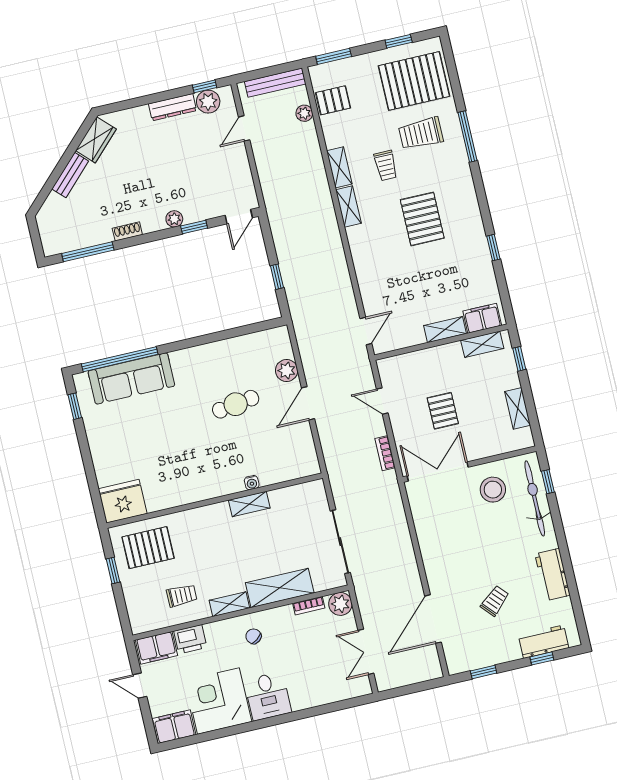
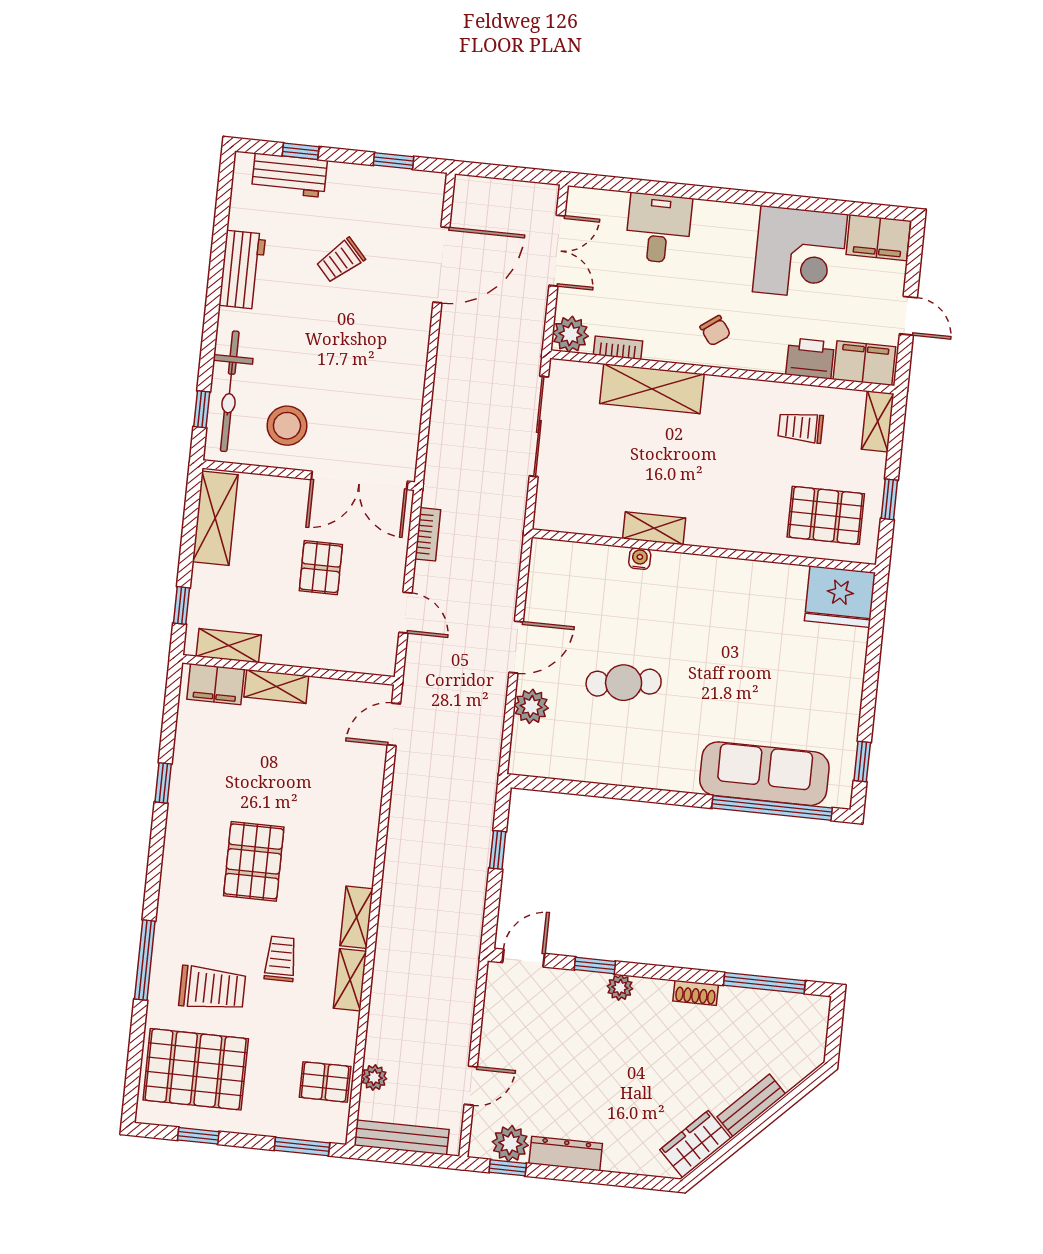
shelving: (518, 408) -> (215, 518), width x1.50, depth x1.33
shelving: (229, 604) -> (878, 421), moved, turned 90
desk: (268, 696) -> (659, 228), moved

